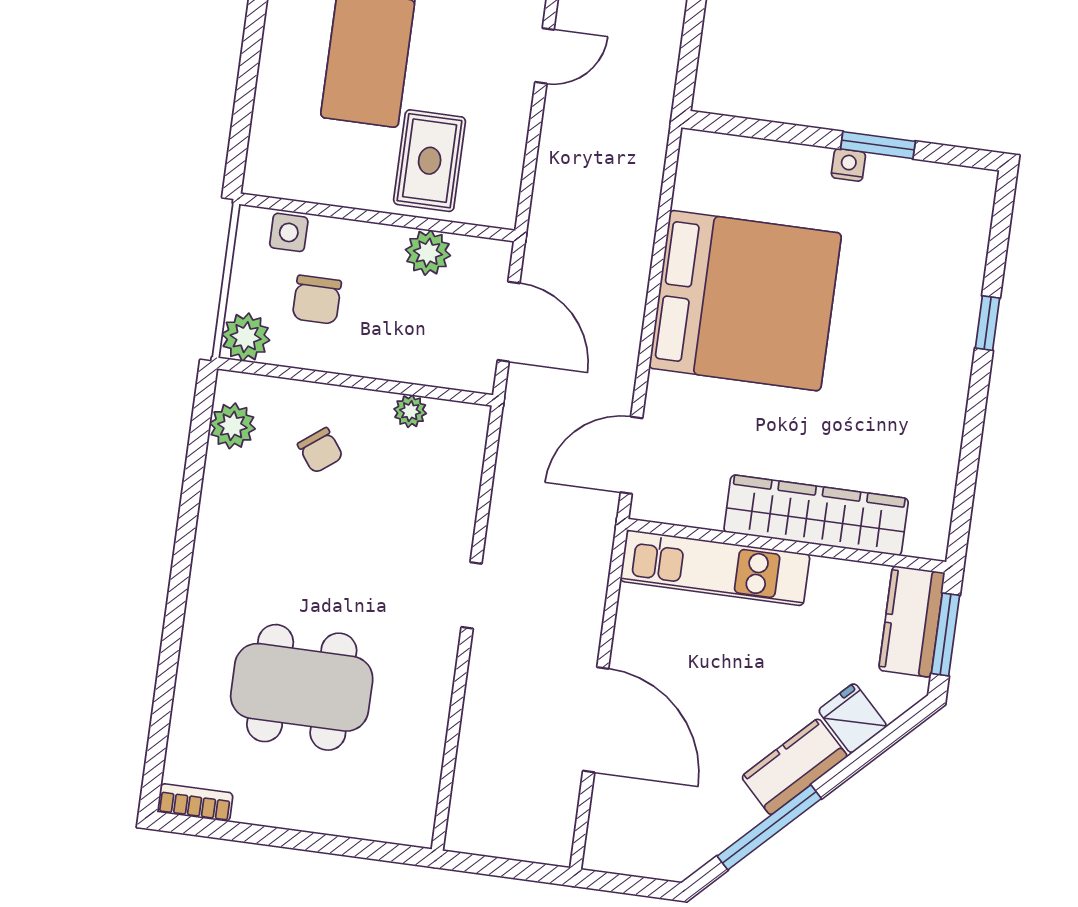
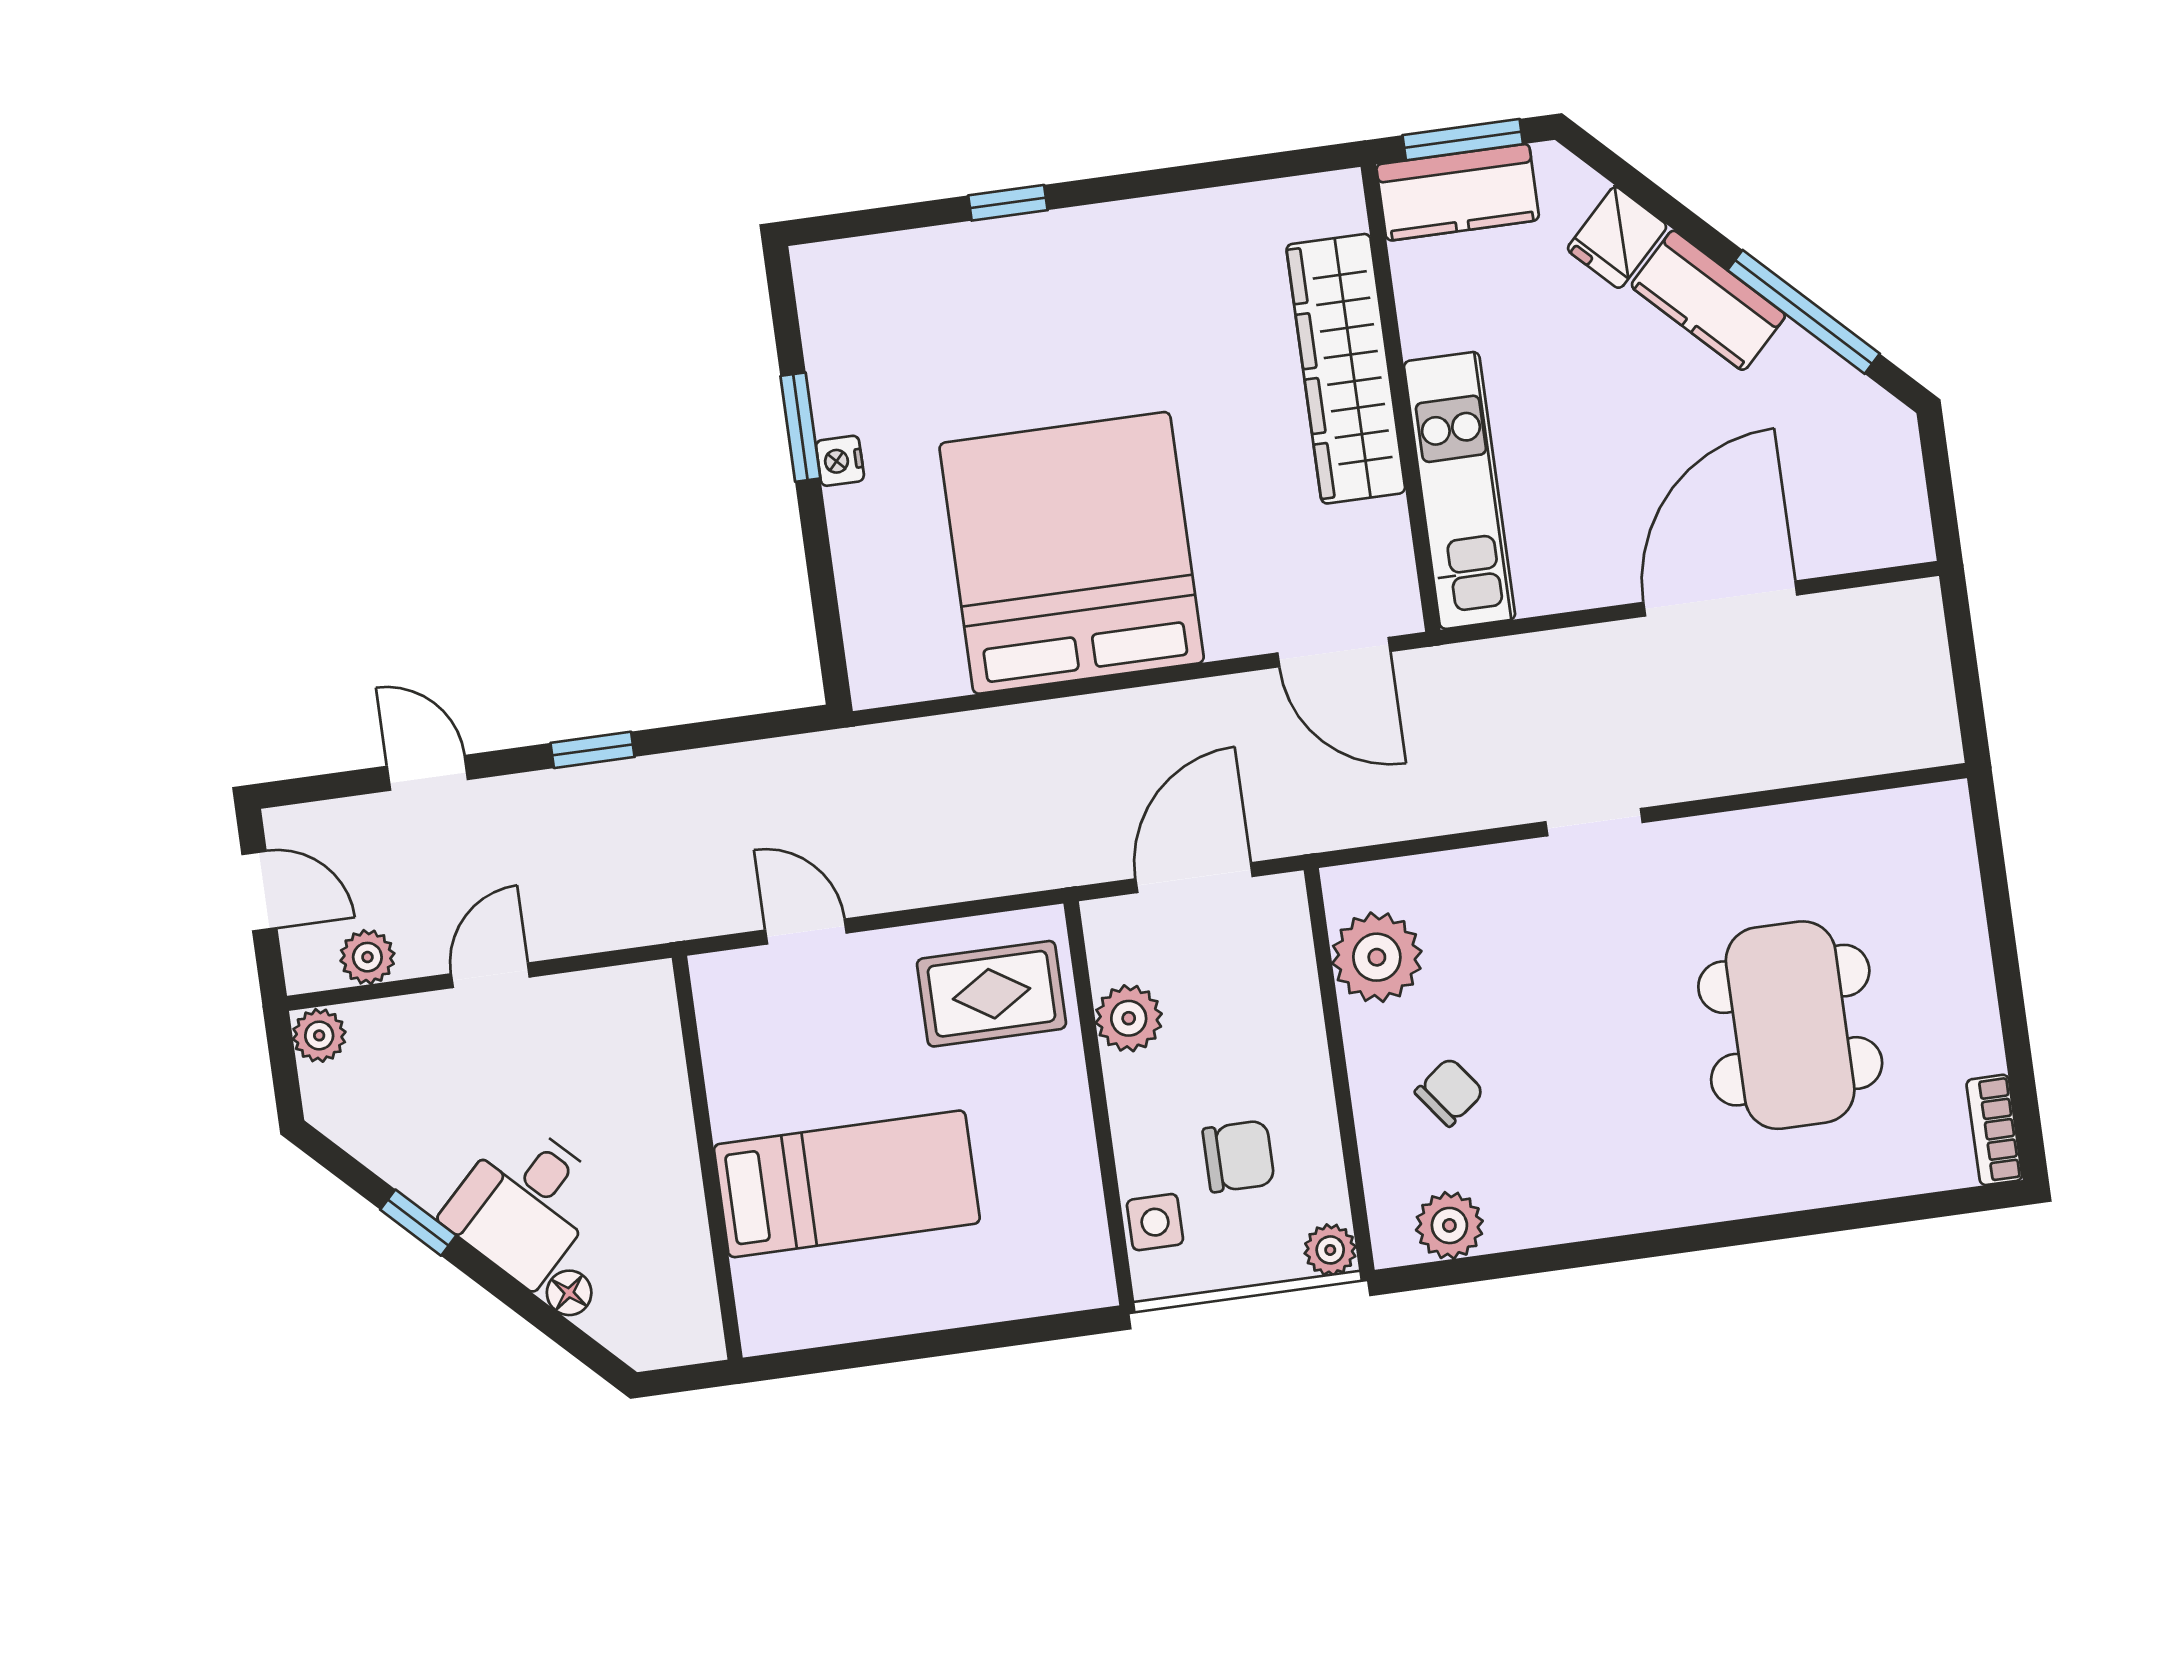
rug: (430, 161) -> (991, 994), moved
plant: (246, 337) -> (1330, 1250), width x0.73, depth x0.73
plant: (410, 411) -> (1377, 957), width x1.88, depth x1.88

